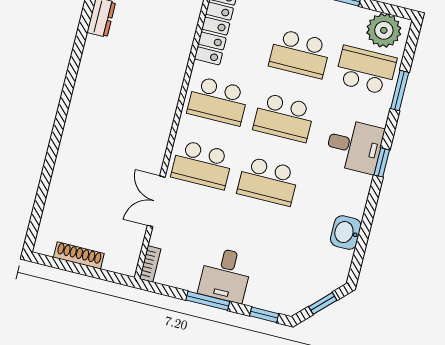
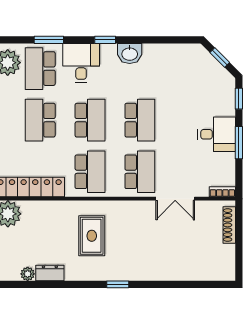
school desk: (300, 54) -> (40, 120), turned 180
rug: (135, 83) -> (92, 236), added
window: (65, 101) -> (118, 284), added
desk: (354, 146) -> (81, 63), moved
washbasin: (346, 232) -> (130, 53), moved
shoe rack: (79, 255) -> (229, 225), moved

